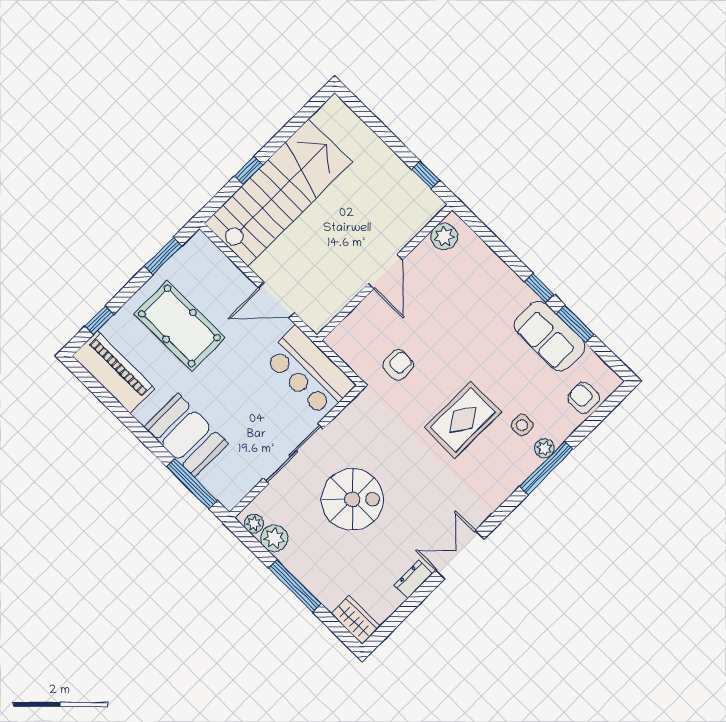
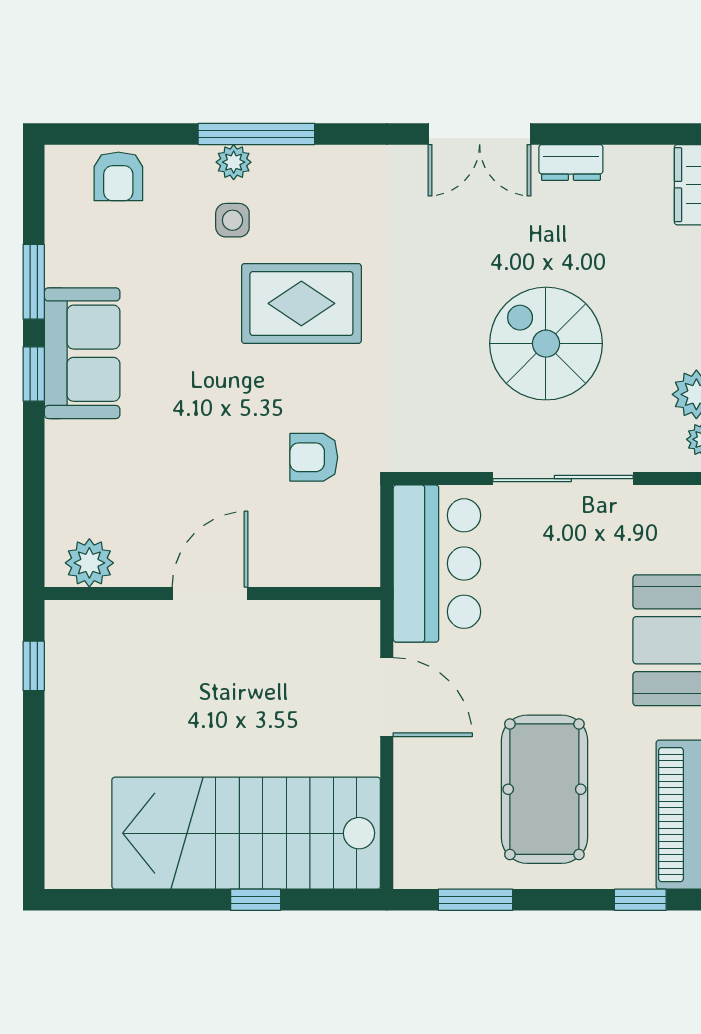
sofa: (550, 336) -> (82, 353), moved

